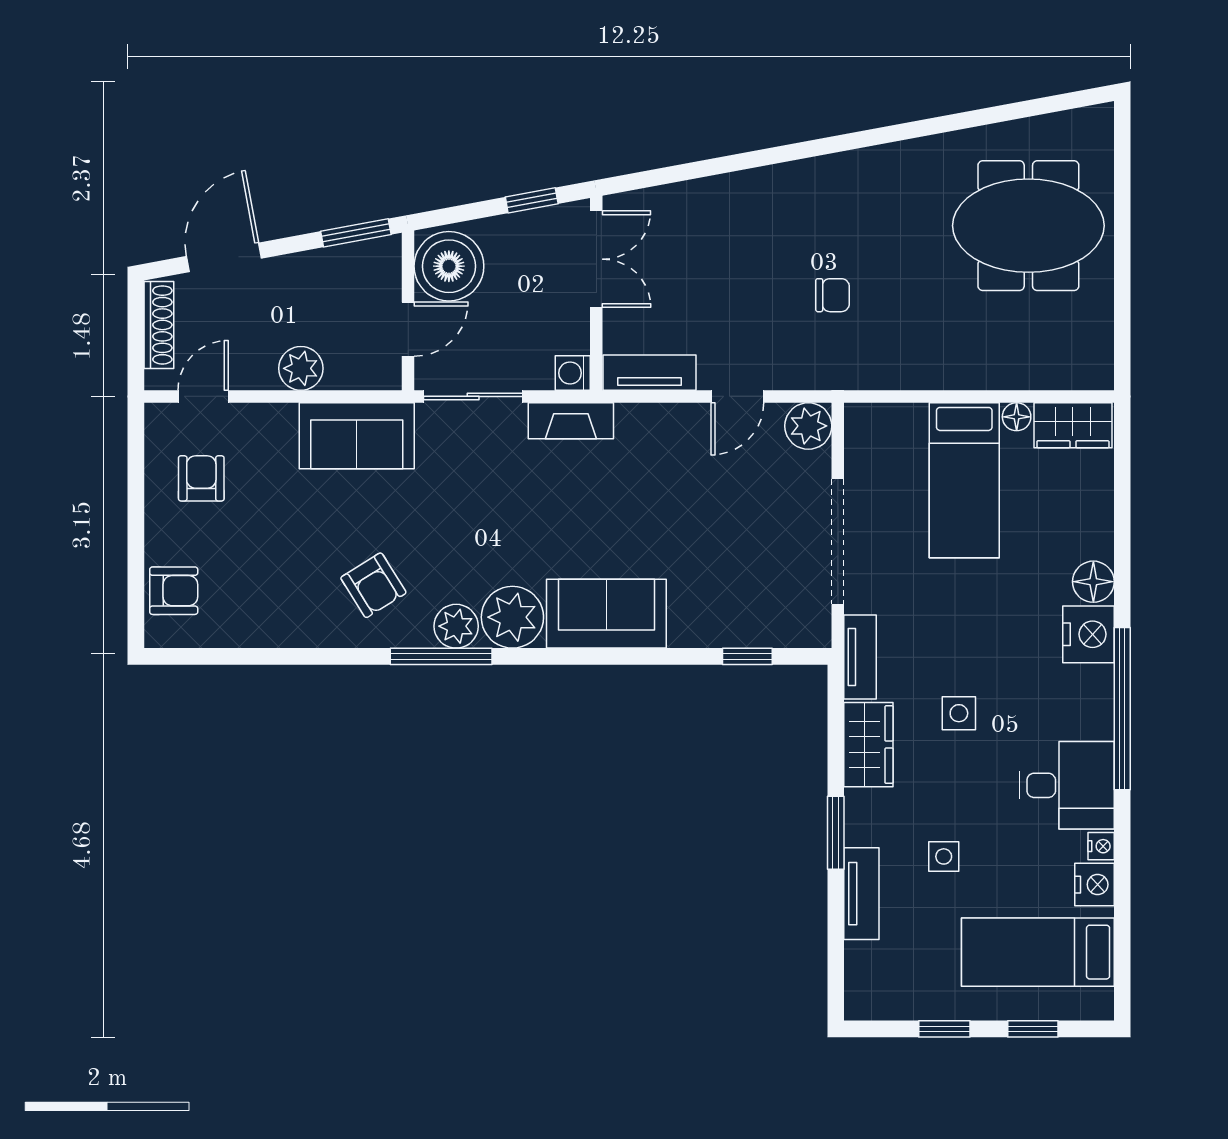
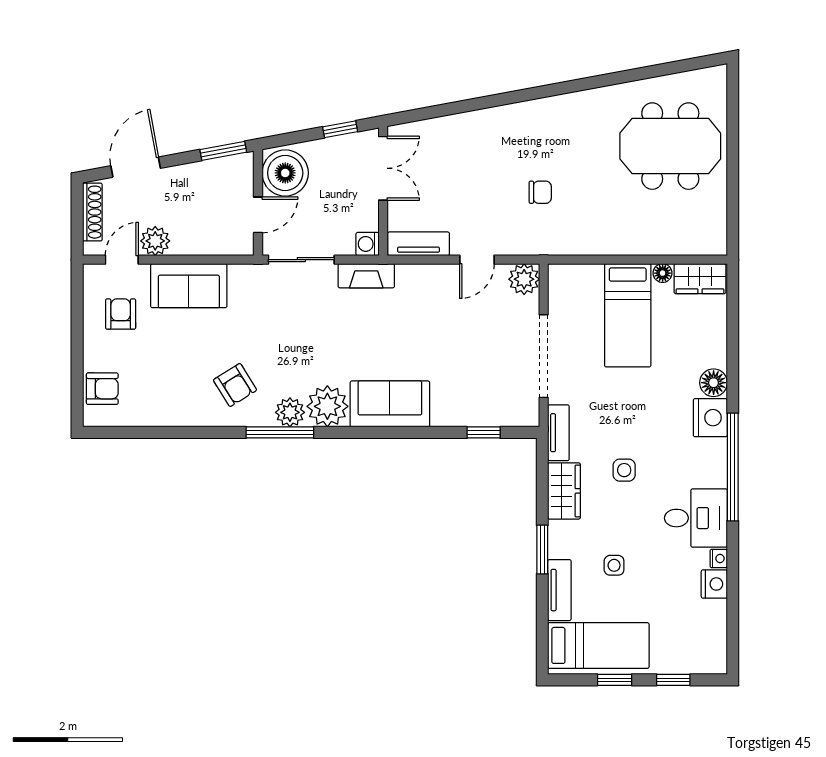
plant: (301, 368) -> (155, 241), moved
sofa: (357, 436) -> (189, 286), moved
bed: (1038, 952) -> (598, 645), moved, turned 180

